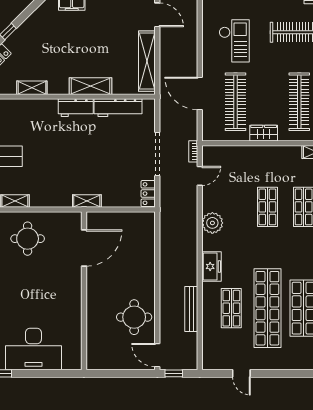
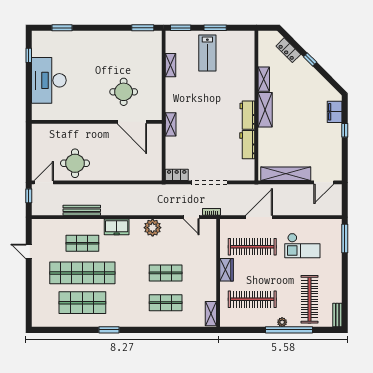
shelving: (90, 86) -> (265, 110), moved
workbench: (118, 108) -> (247, 145), width x0.73
round table: (28, 239) -> (124, 92), moved
door: (241, 373) -> (29, 252), hinge flipped

